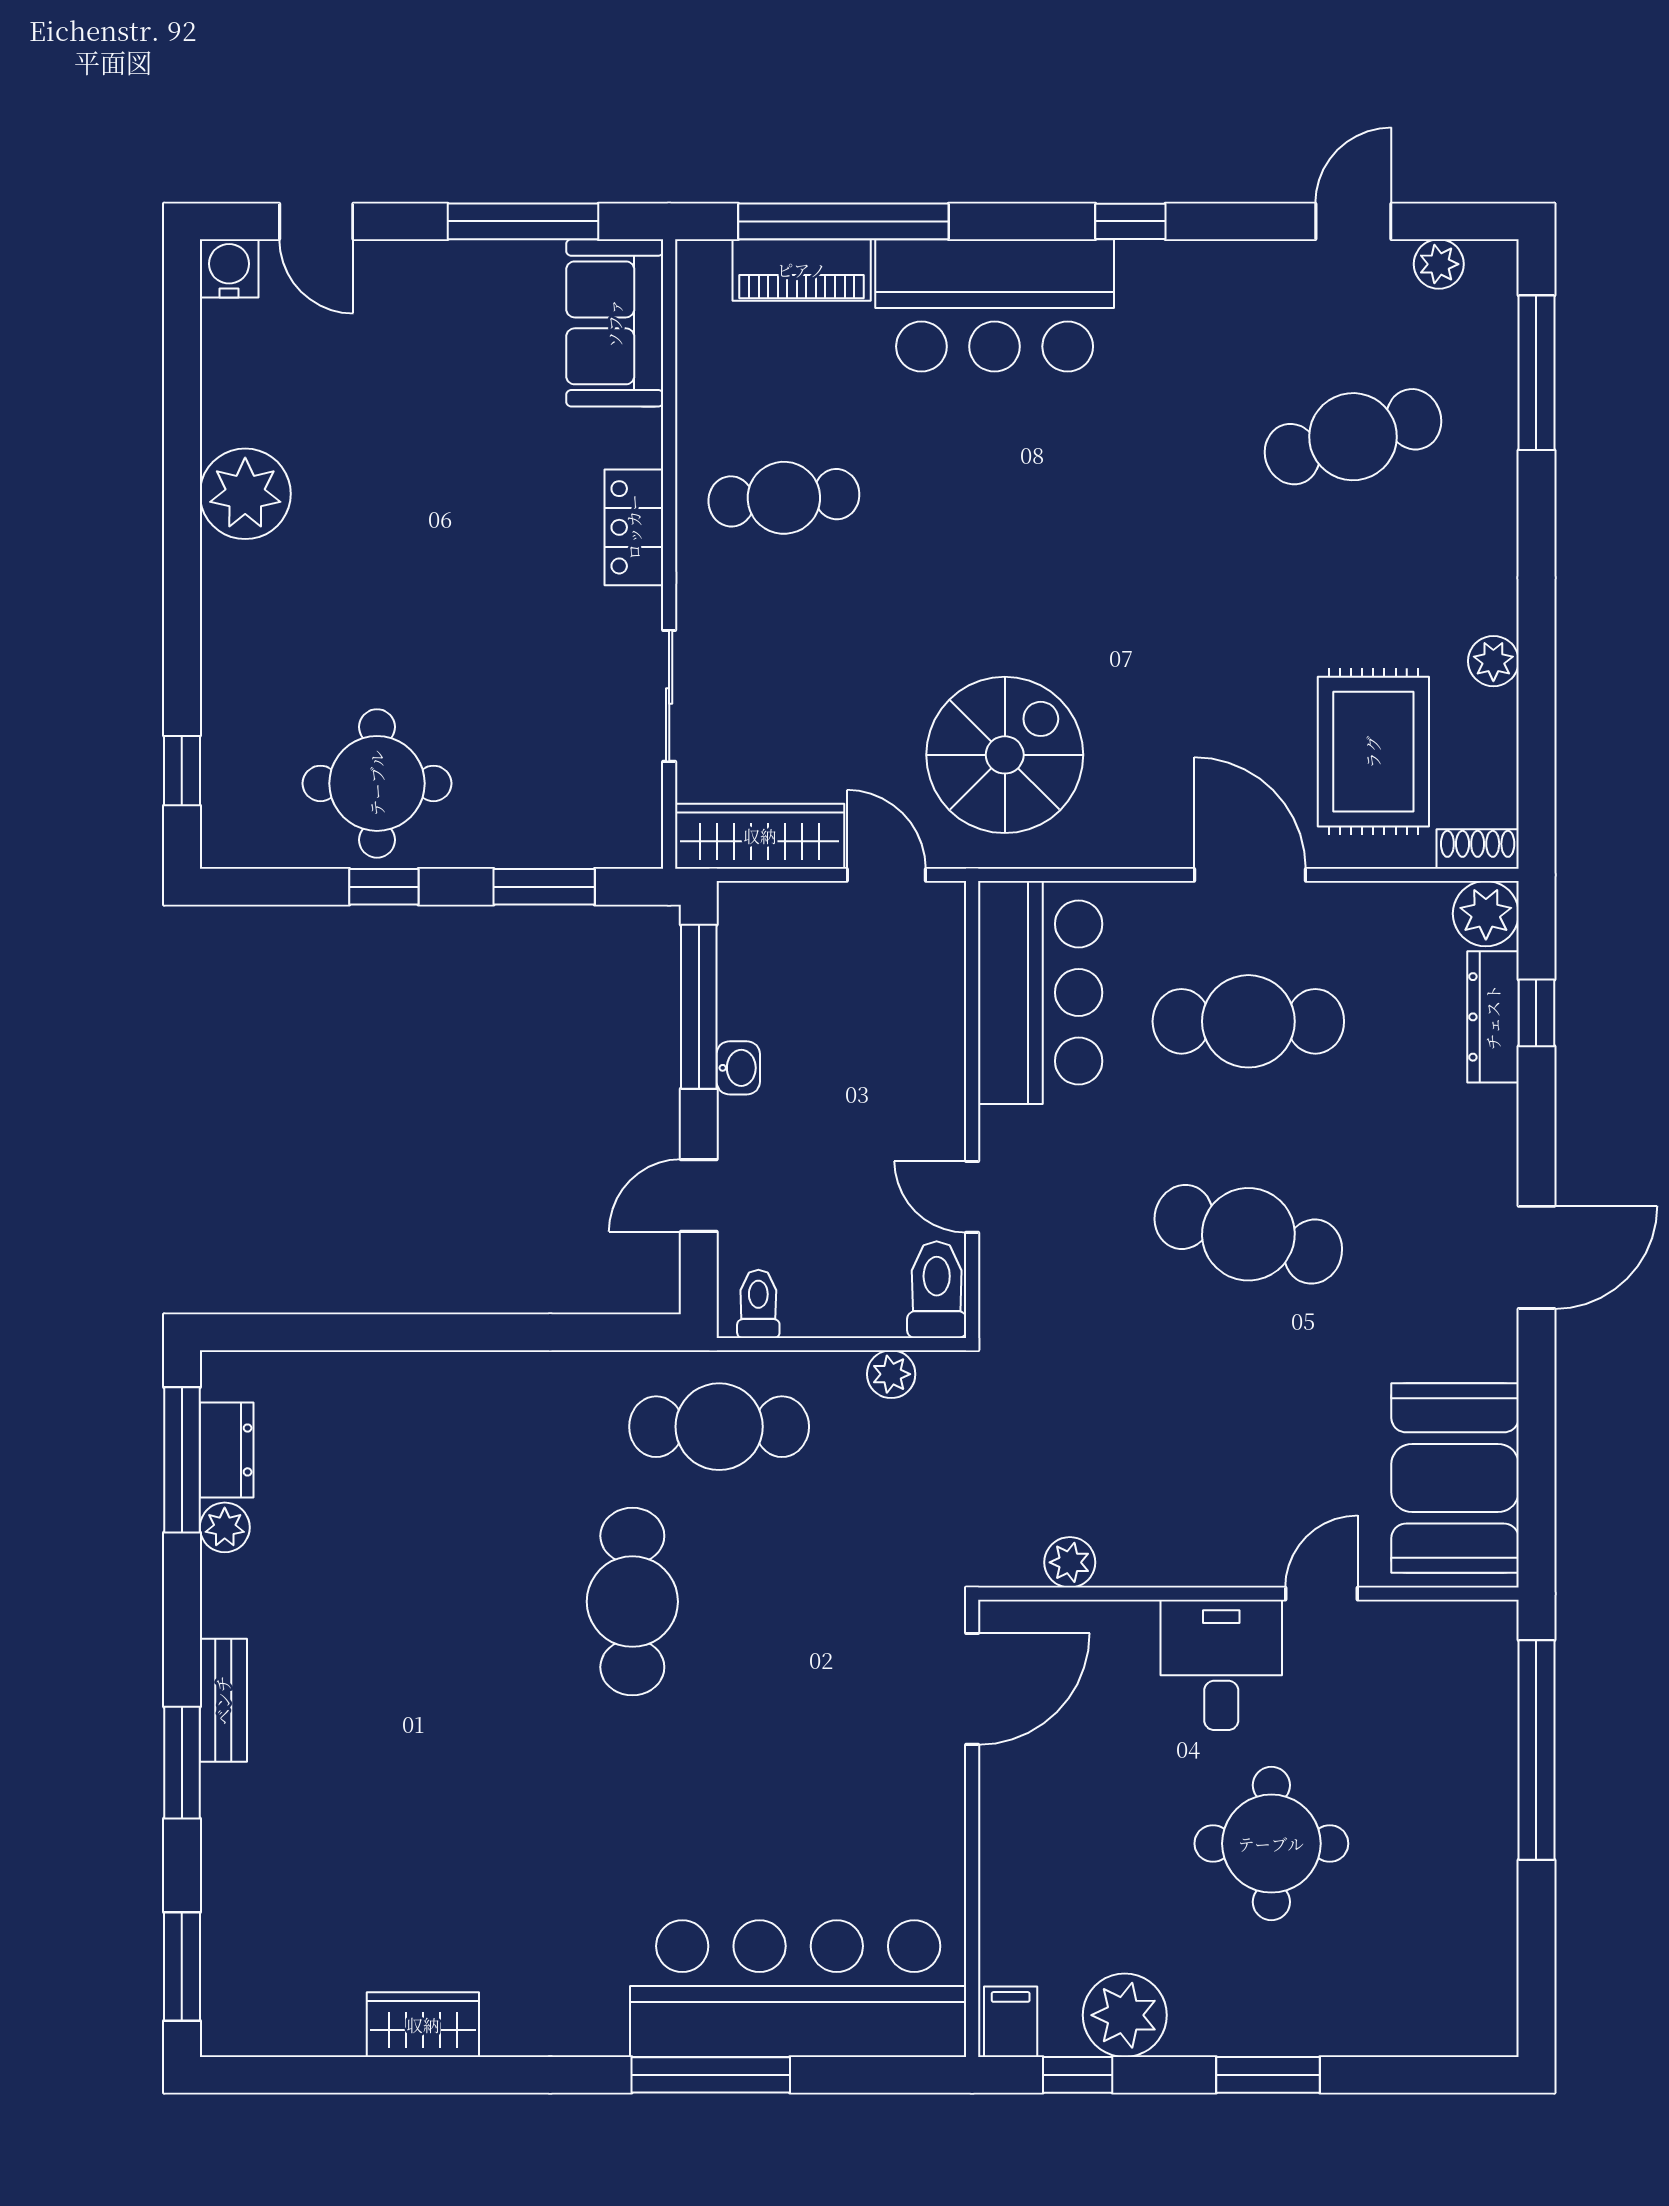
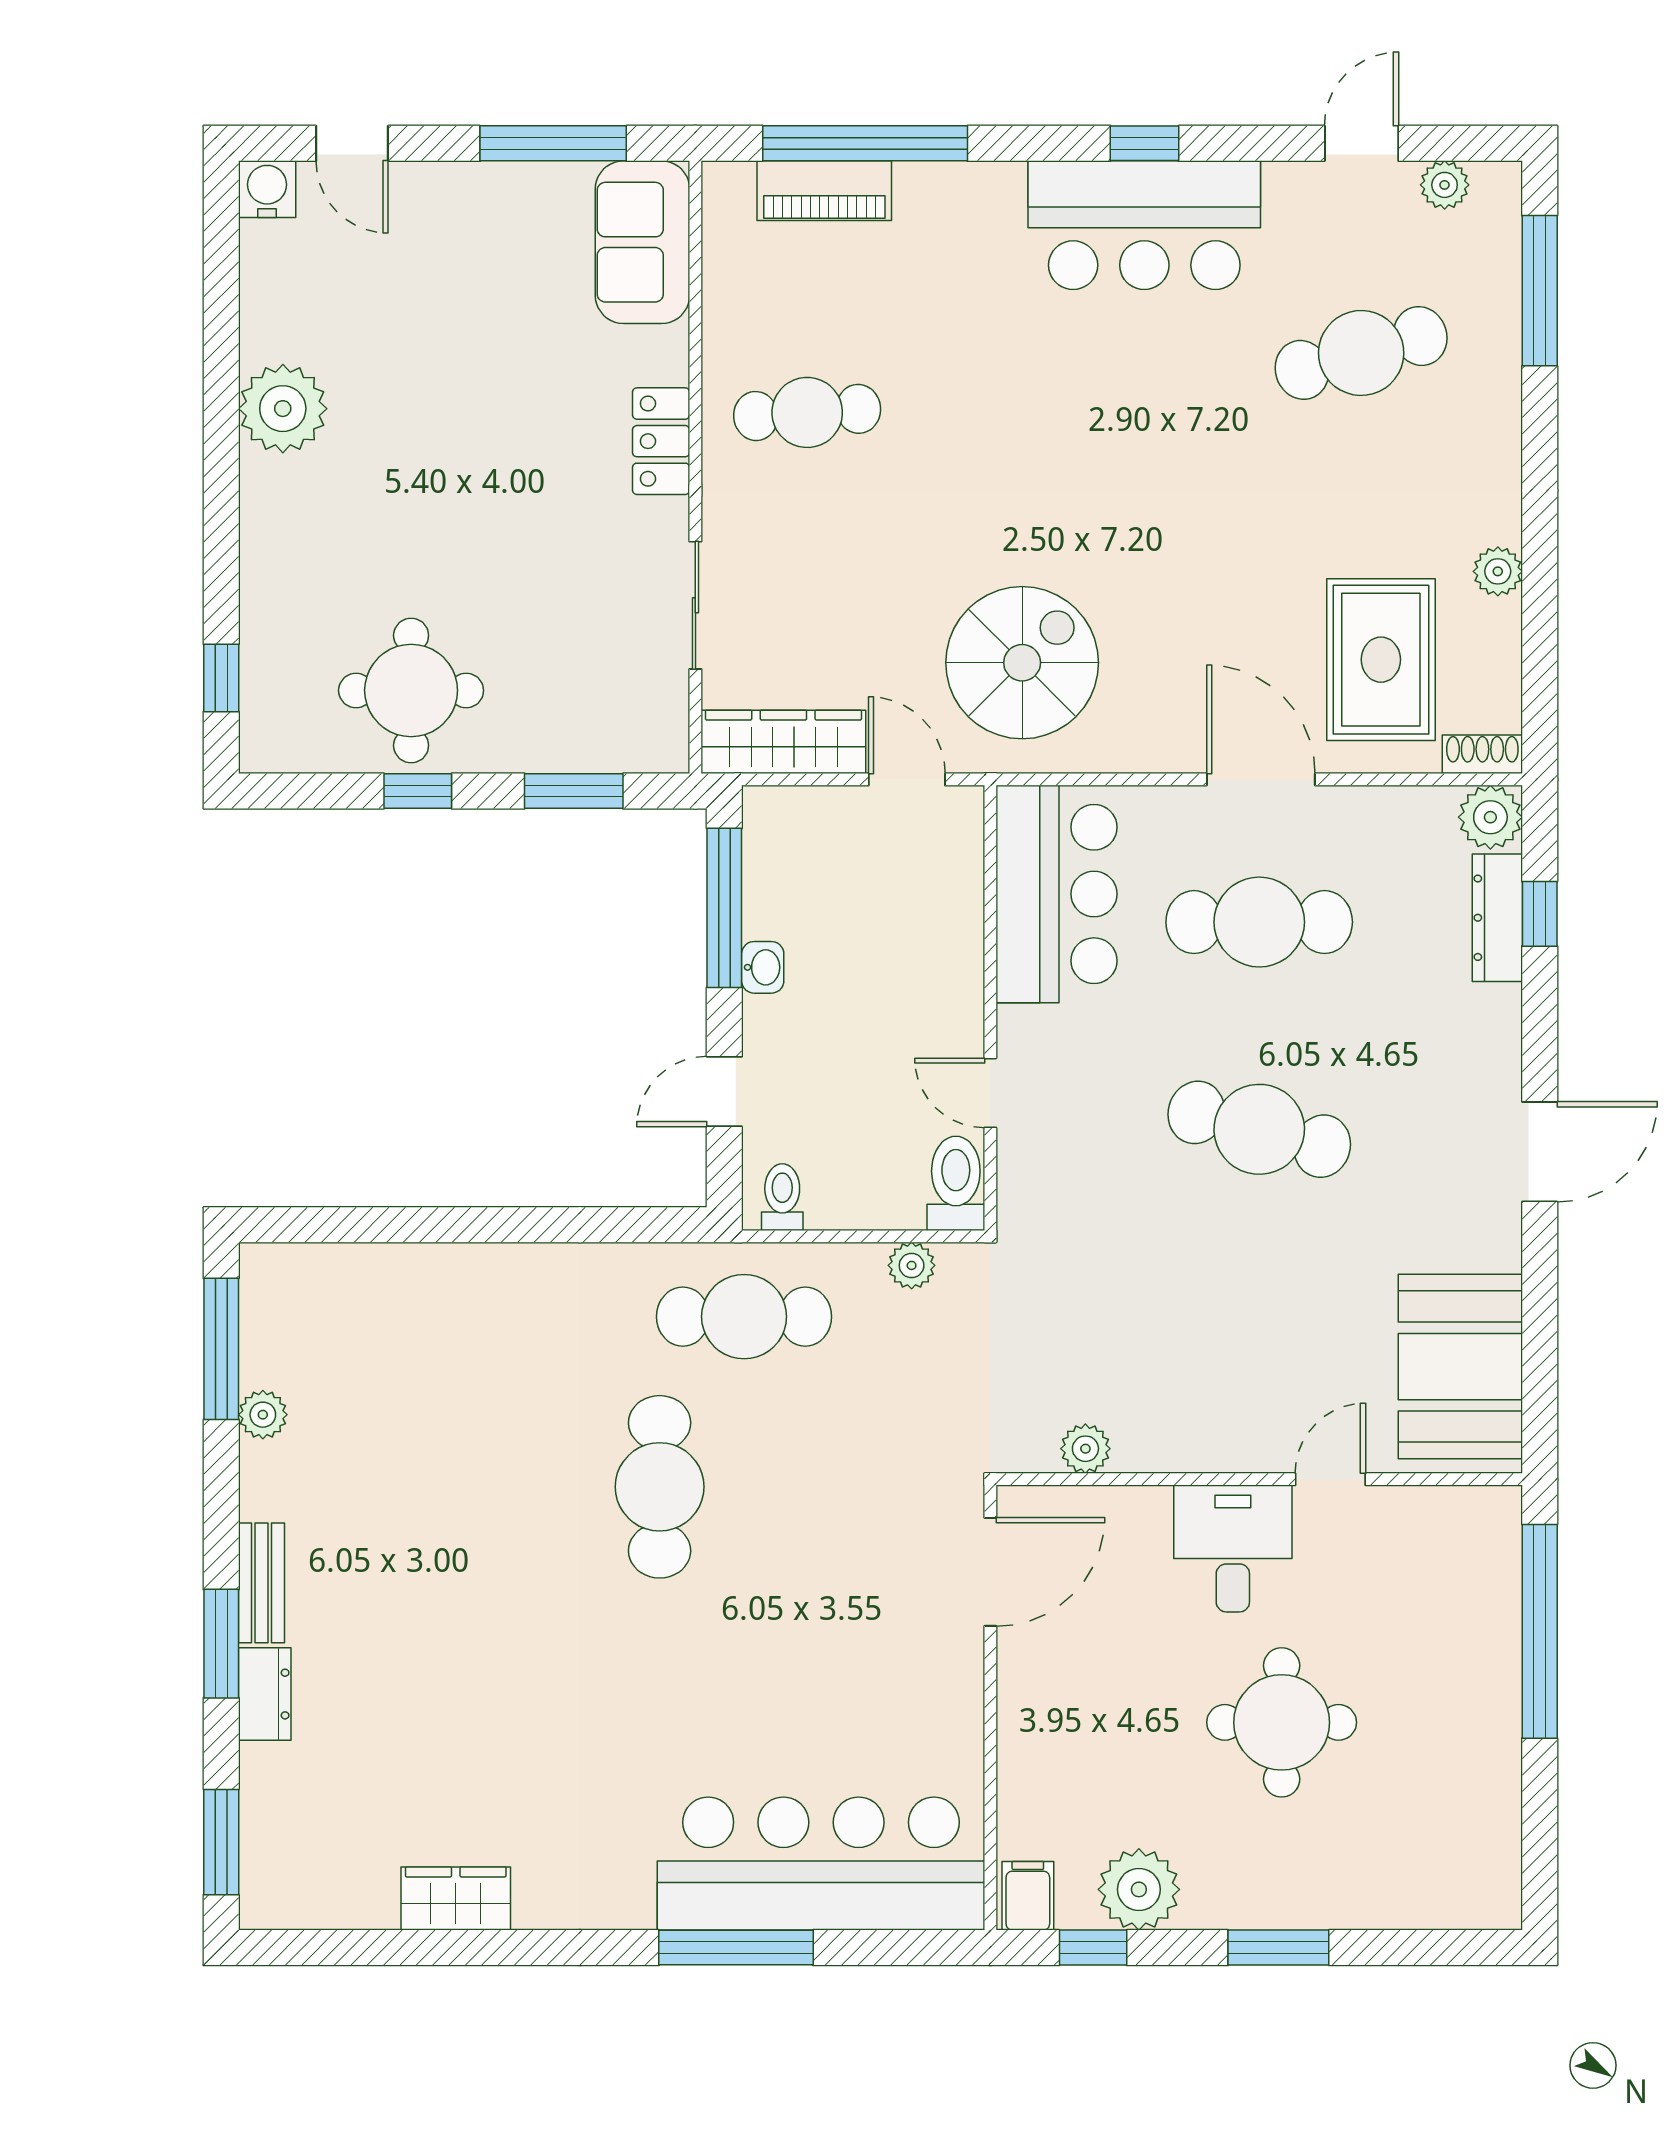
bar counter: (995, 305) -> (1144, 225), moved
dresser: (227, 1450) -> (265, 1694), moved

